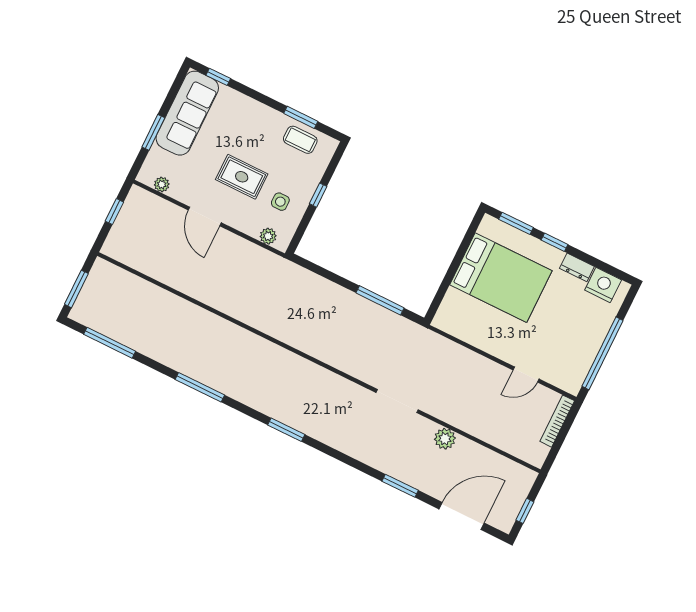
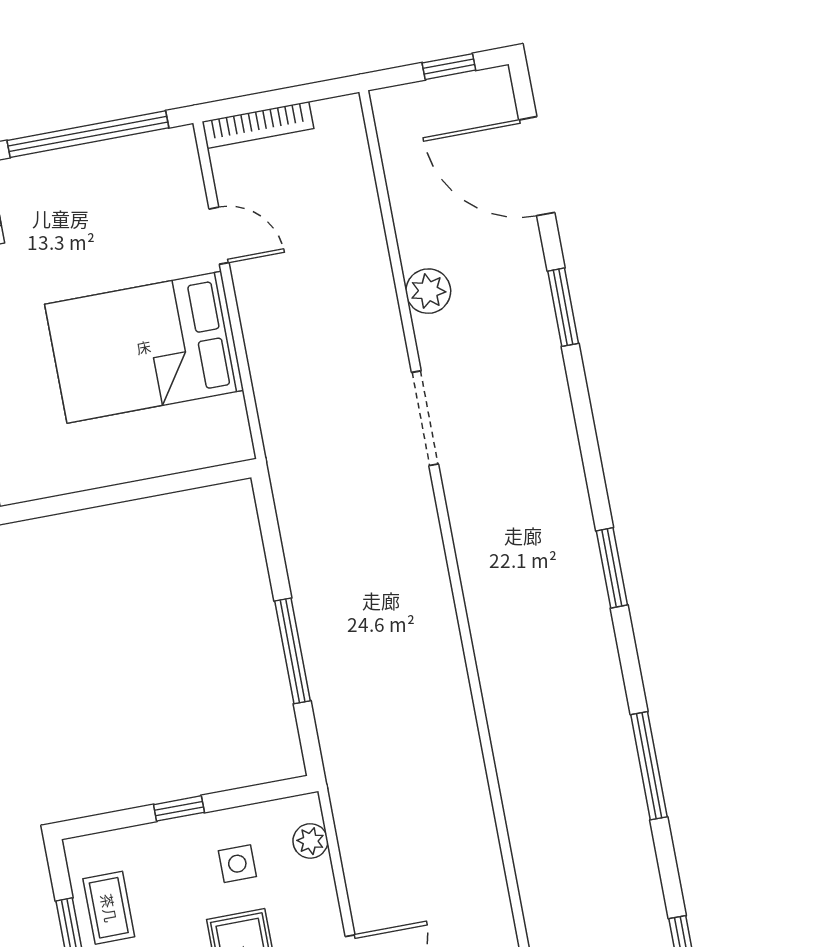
bed: (501, 278) -> (144, 347), moved, turned -90
window: (380, 300) -> (292, 651), moved

